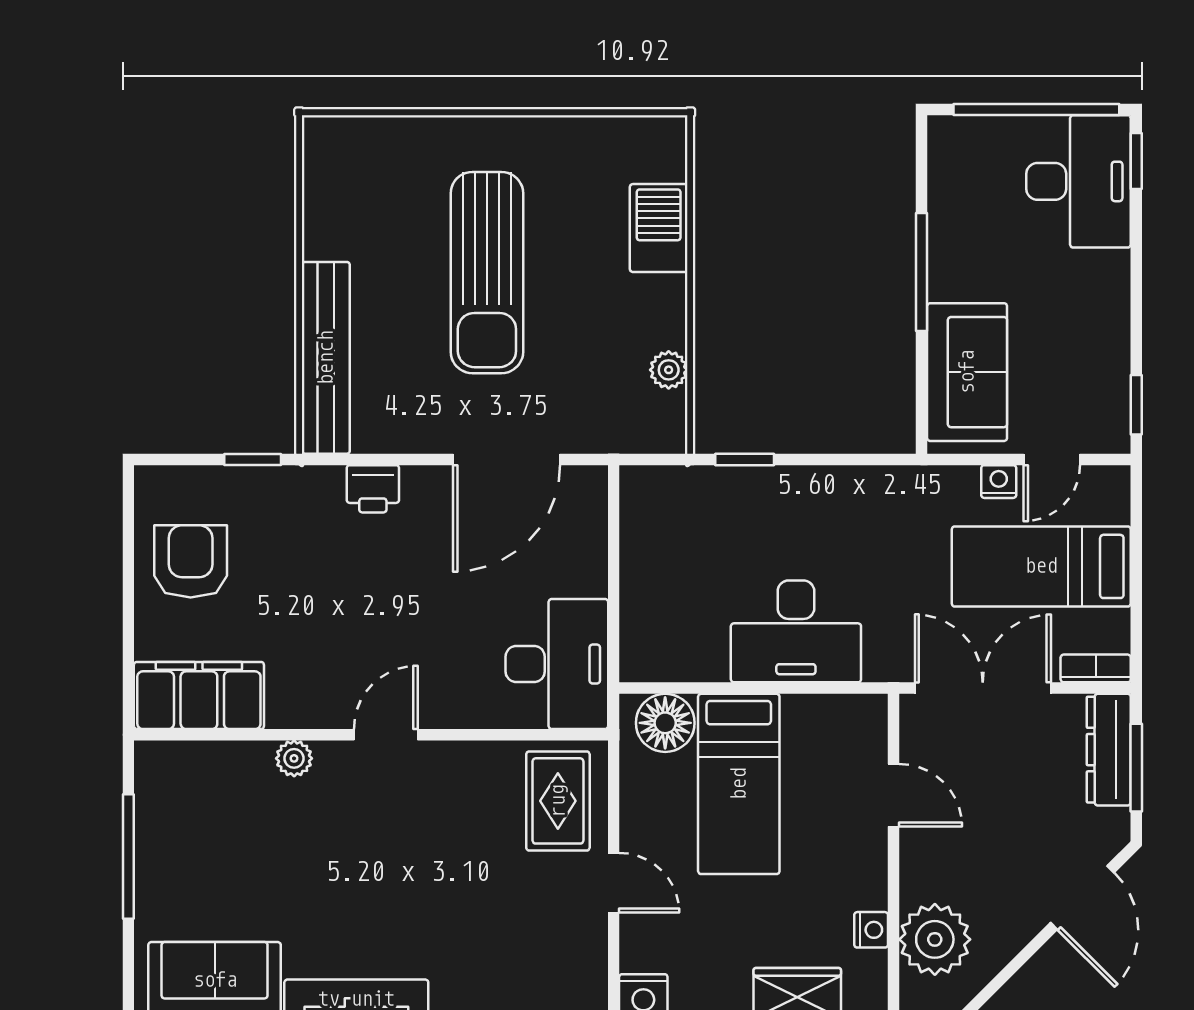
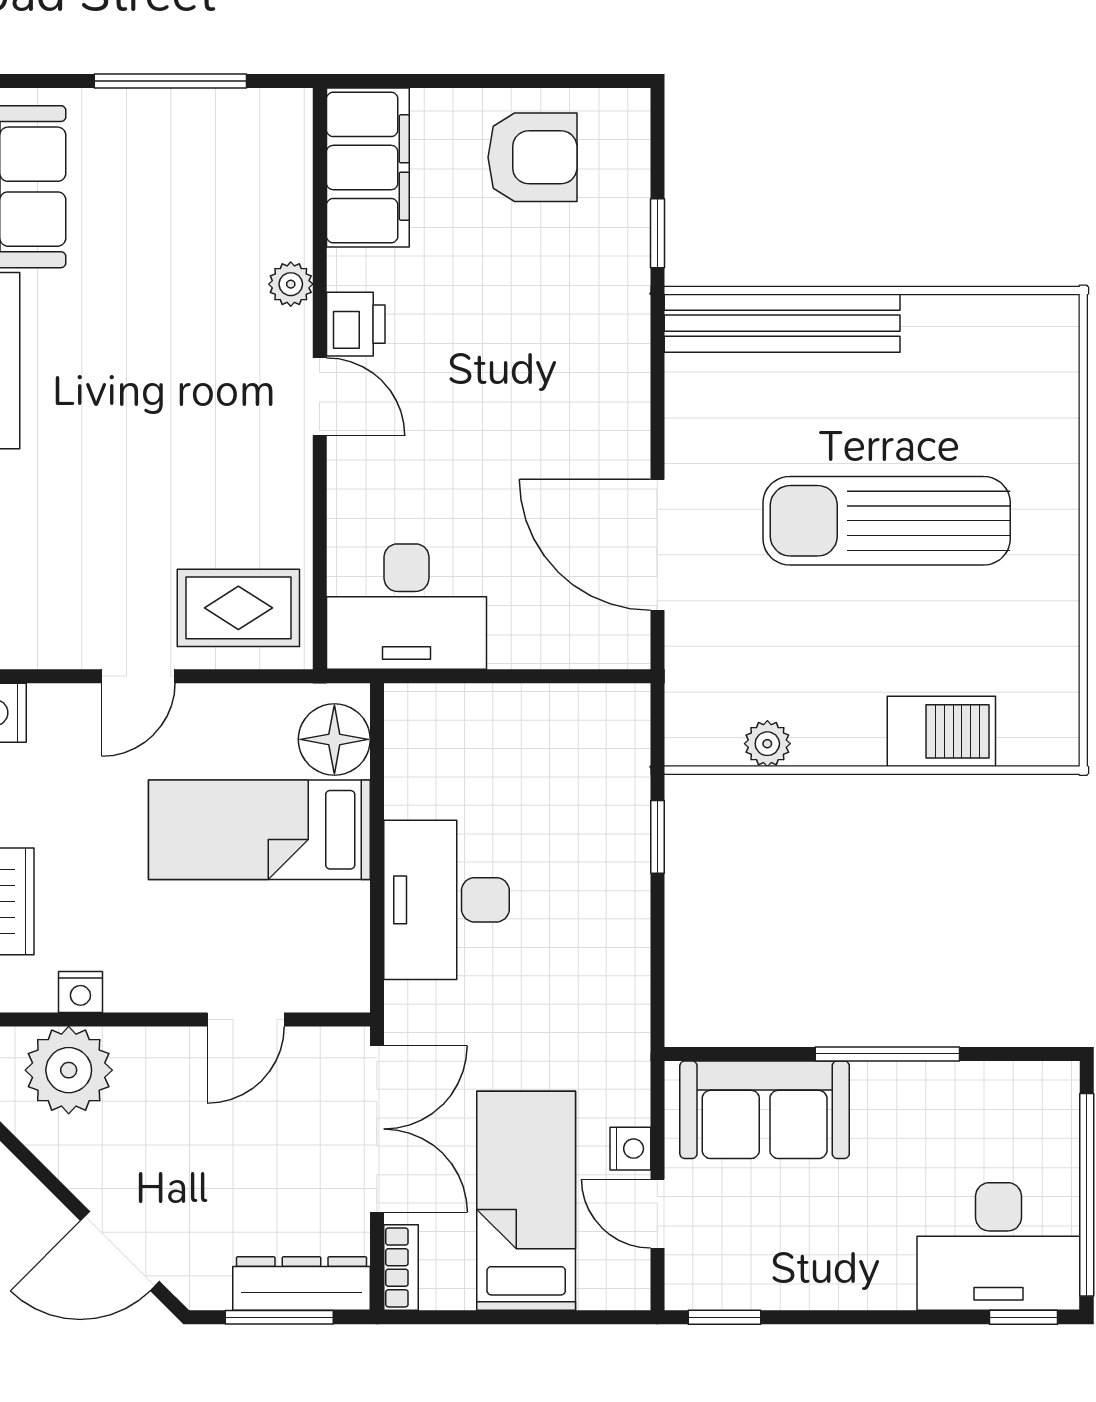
printer: (373, 489) -> (356, 324), moved, turned 180

